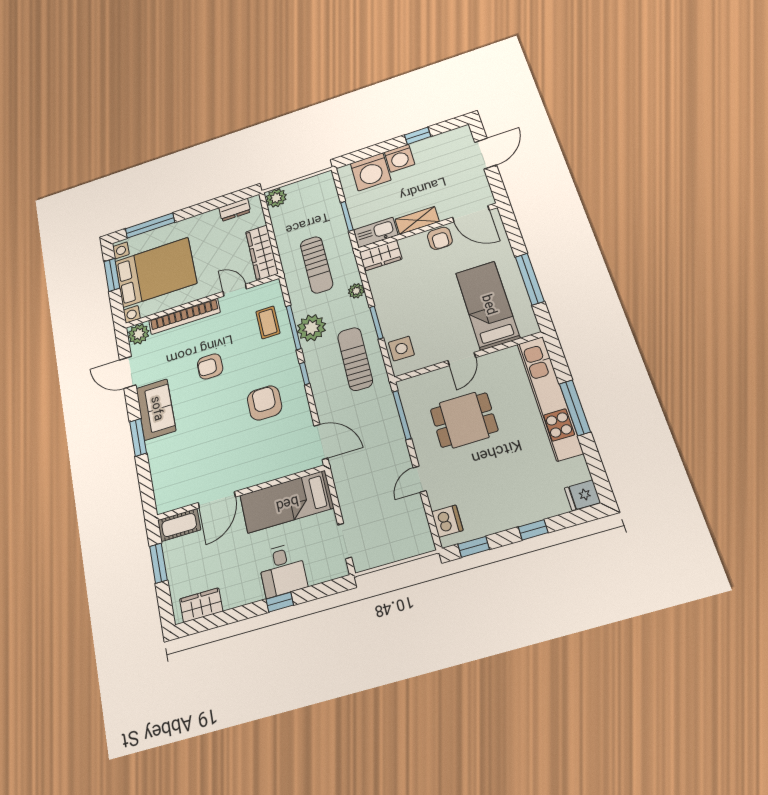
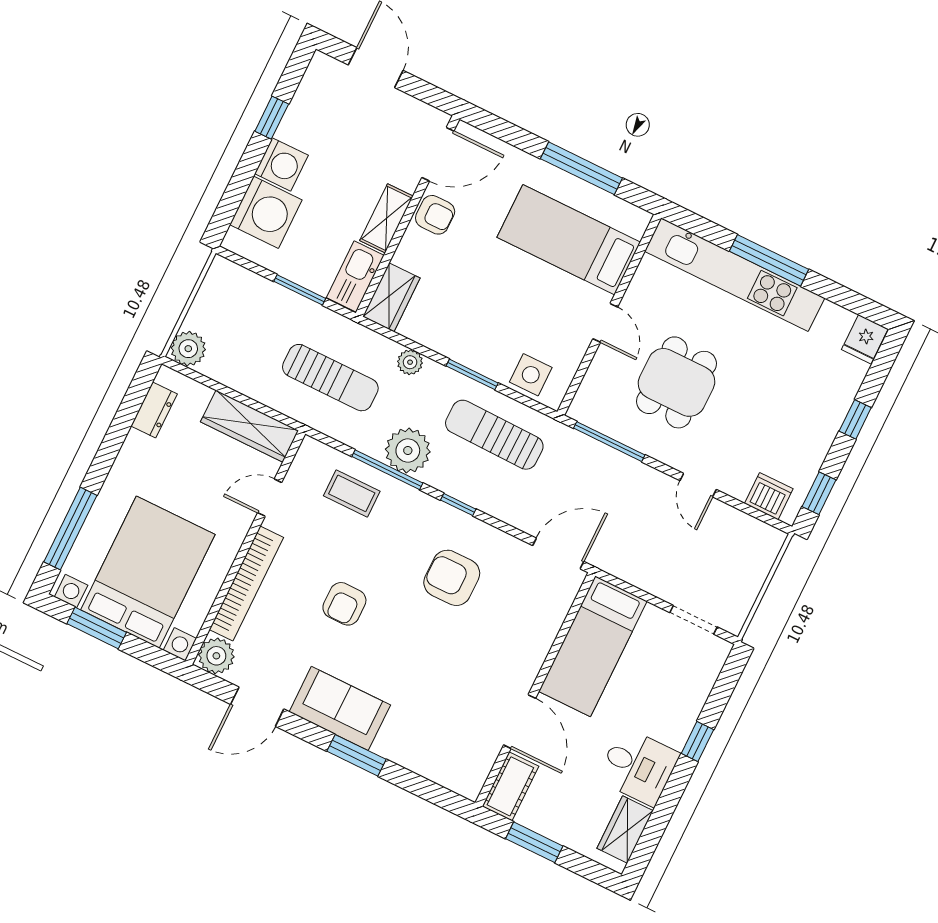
desk: (282, 570) -> (638, 766), moved

